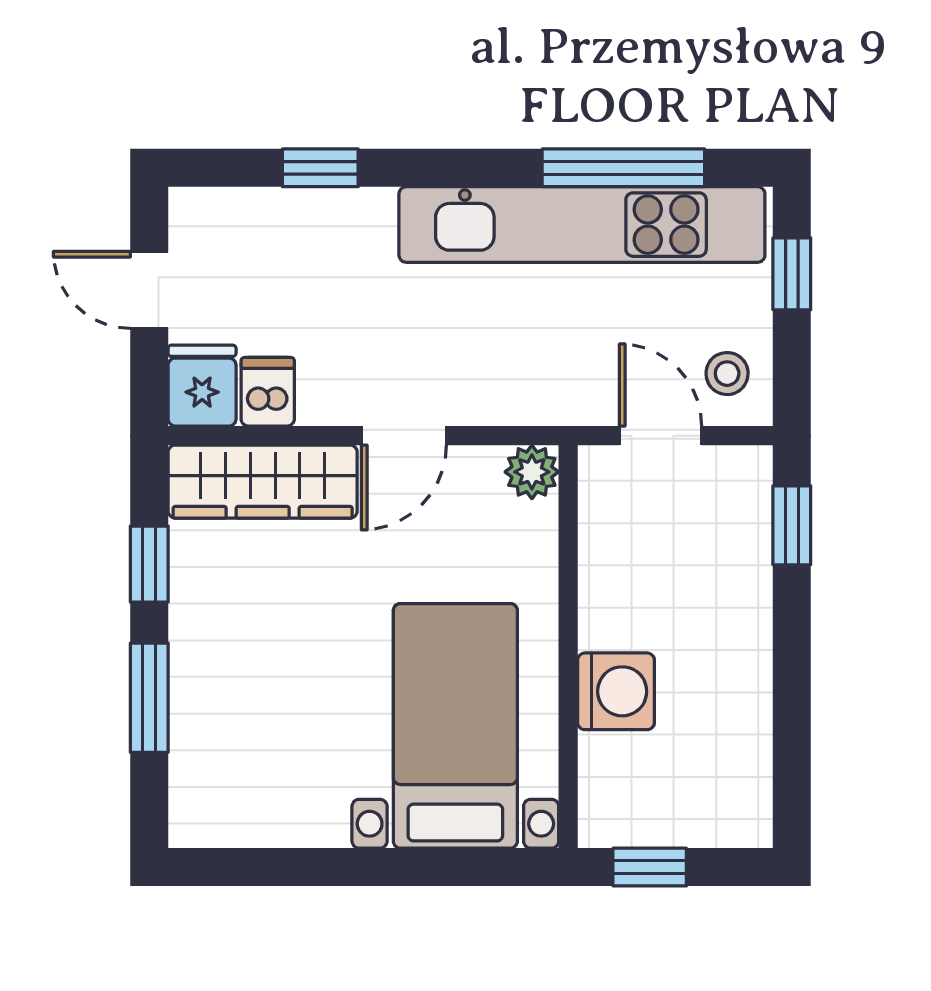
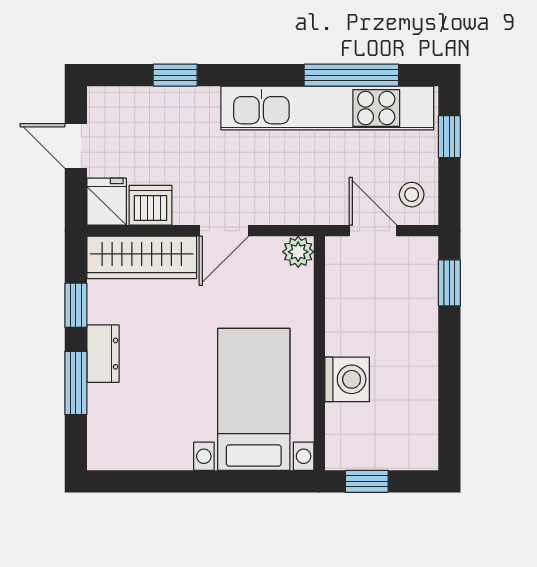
dishwasher: (268, 392) -> (151, 205), width x1.38
dresser: (196, 647) -> (103, 354), added

